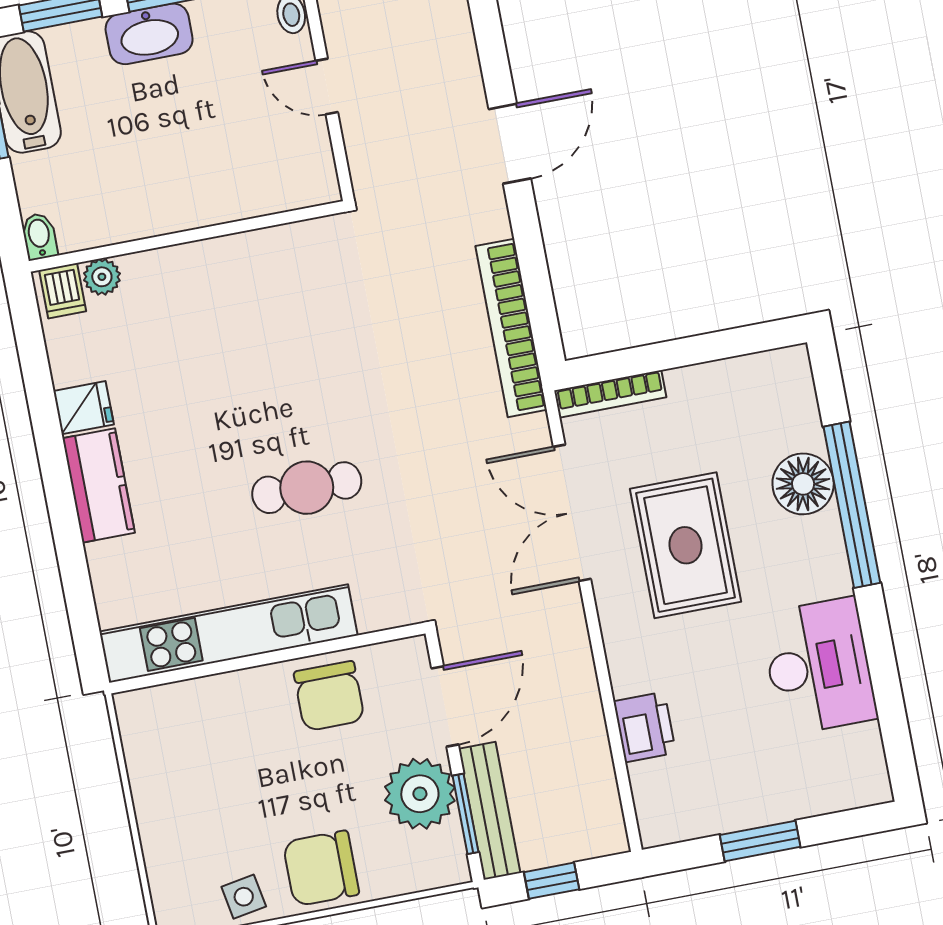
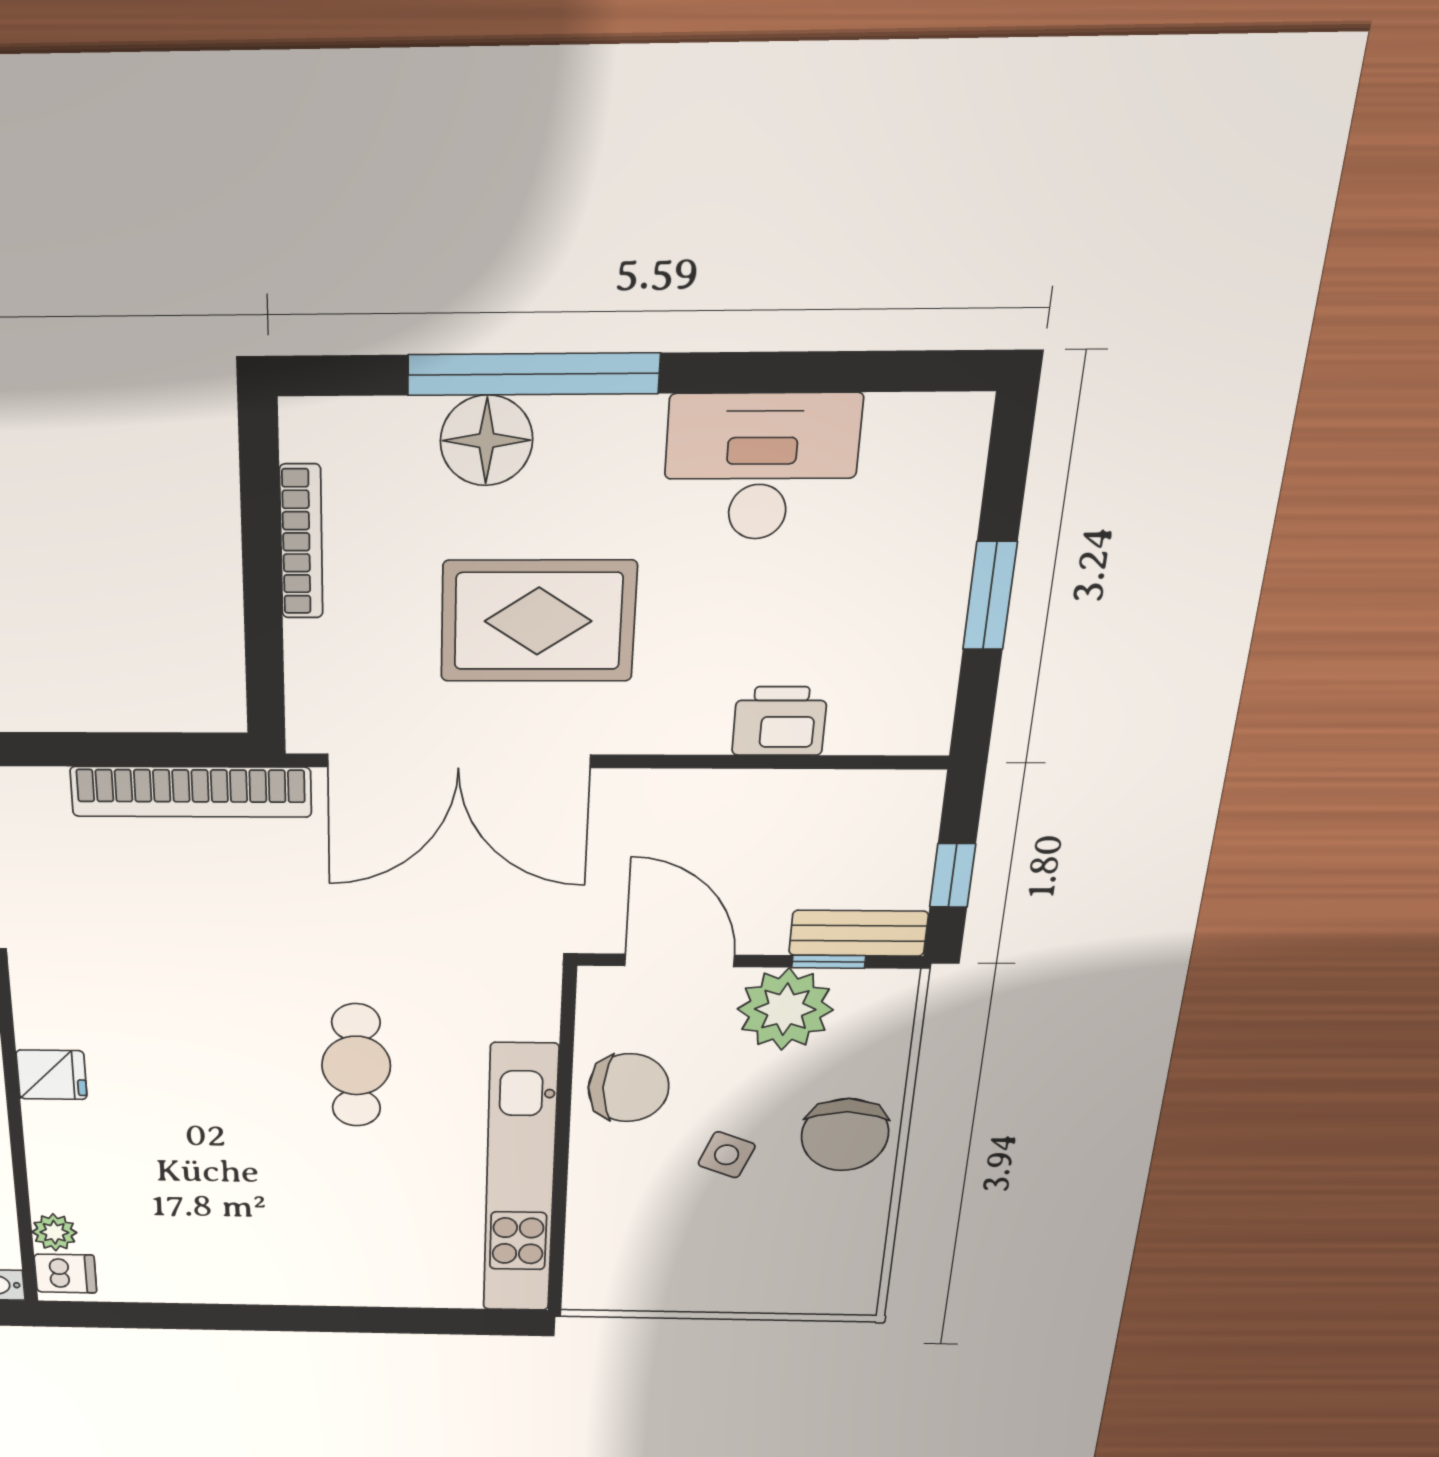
bookcase: (610, 394) -> (301, 542), moved
fridge: (84, 408) -> (52, 1075), moved, turned 90
kitchen counter: (99, 485) -> (307, 1279), removed
double door: (572, 513) -> (459, 761), width x1.36
bench: (489, 811) -> (858, 933), width x0.73
window: (466, 814) -> (829, 962), width x0.67
side table: (244, 897) -> (727, 1155), moved, turned 31

